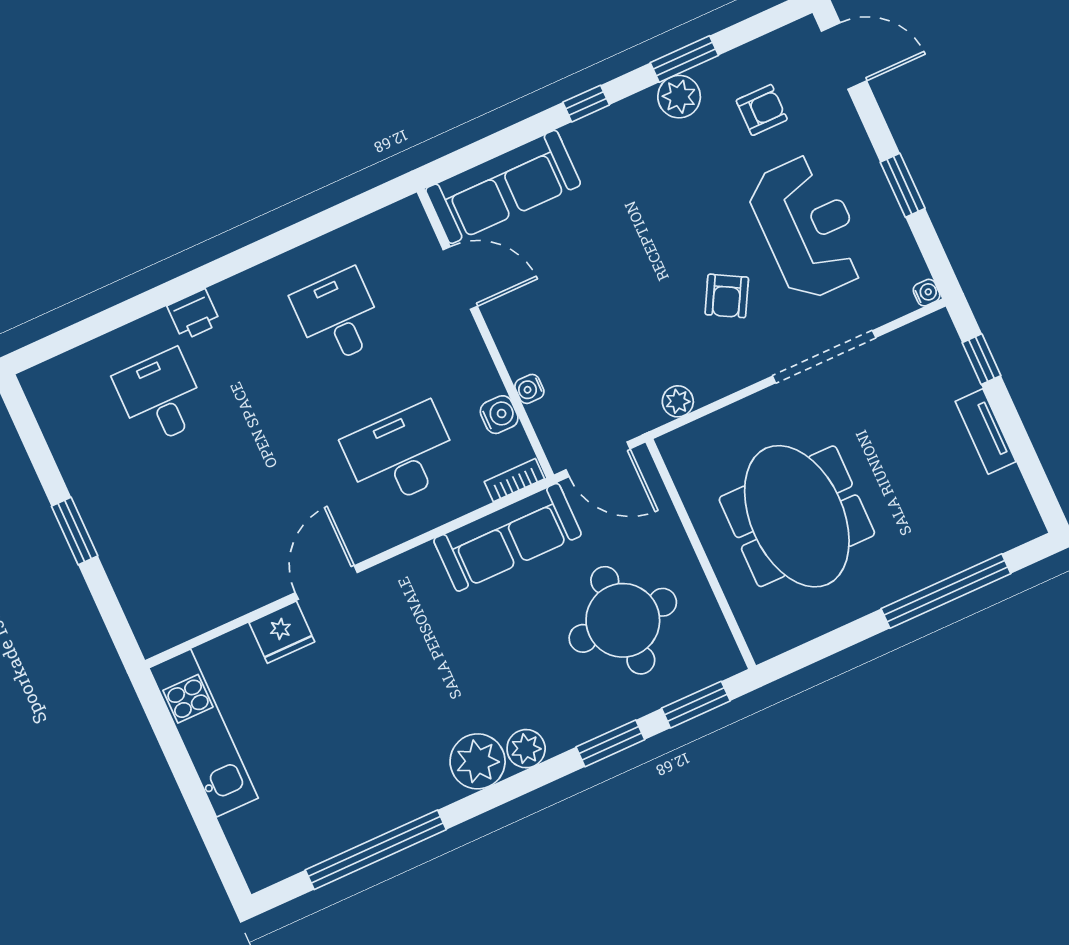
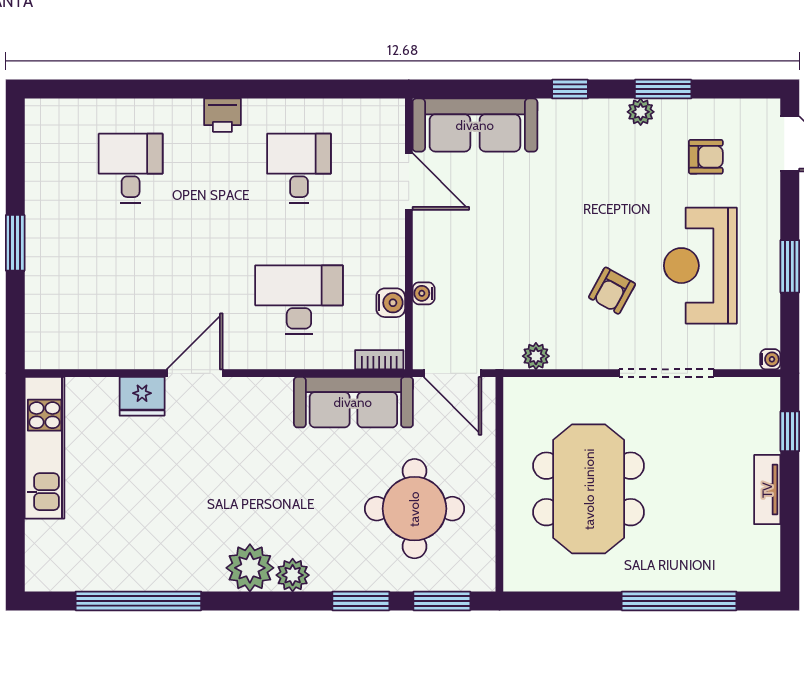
plant: (679, 97) -> (641, 112), width x0.73, depth x0.73
reception desk: (808, 227) -> (700, 266), turned 180
printer: (194, 315) -> (222, 115), moved

